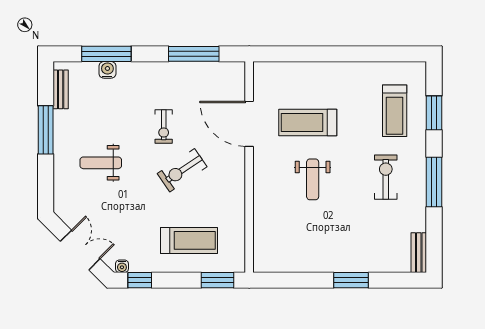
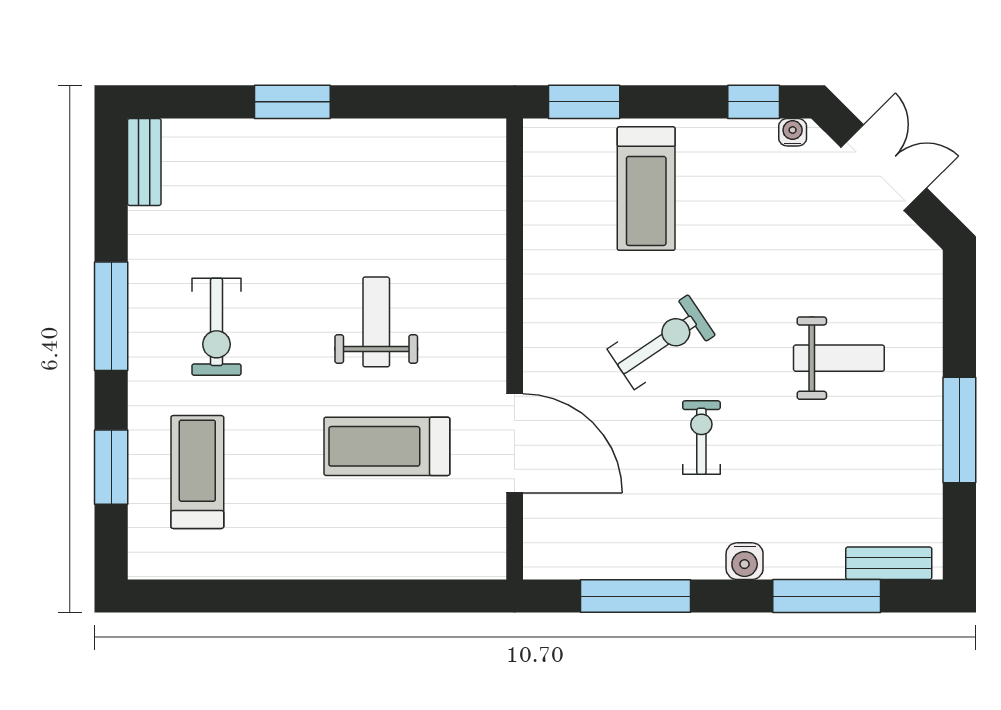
water cooler: (107, 70) -> (745, 561), moved
bench: (61, 89) -> (889, 563), moved, turned 90
treadmill: (308, 122) -> (387, 446), turned 180
treadmill: (189, 240) -> (646, 189), turned -90
double door: (80, 250) -> (884, 168), swing flipped

